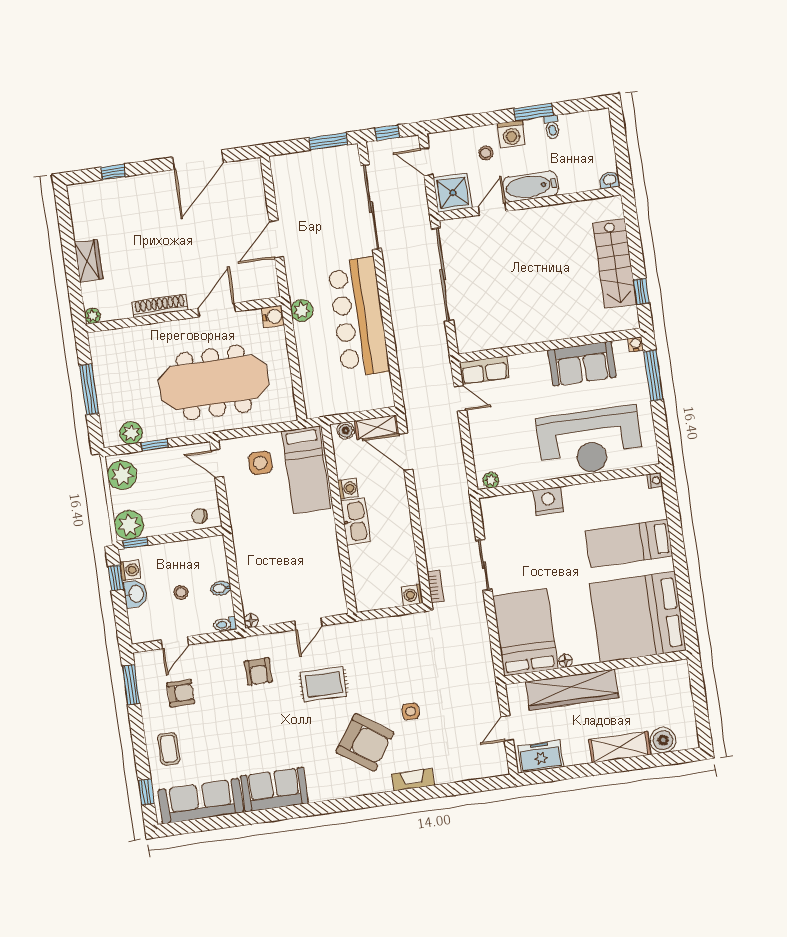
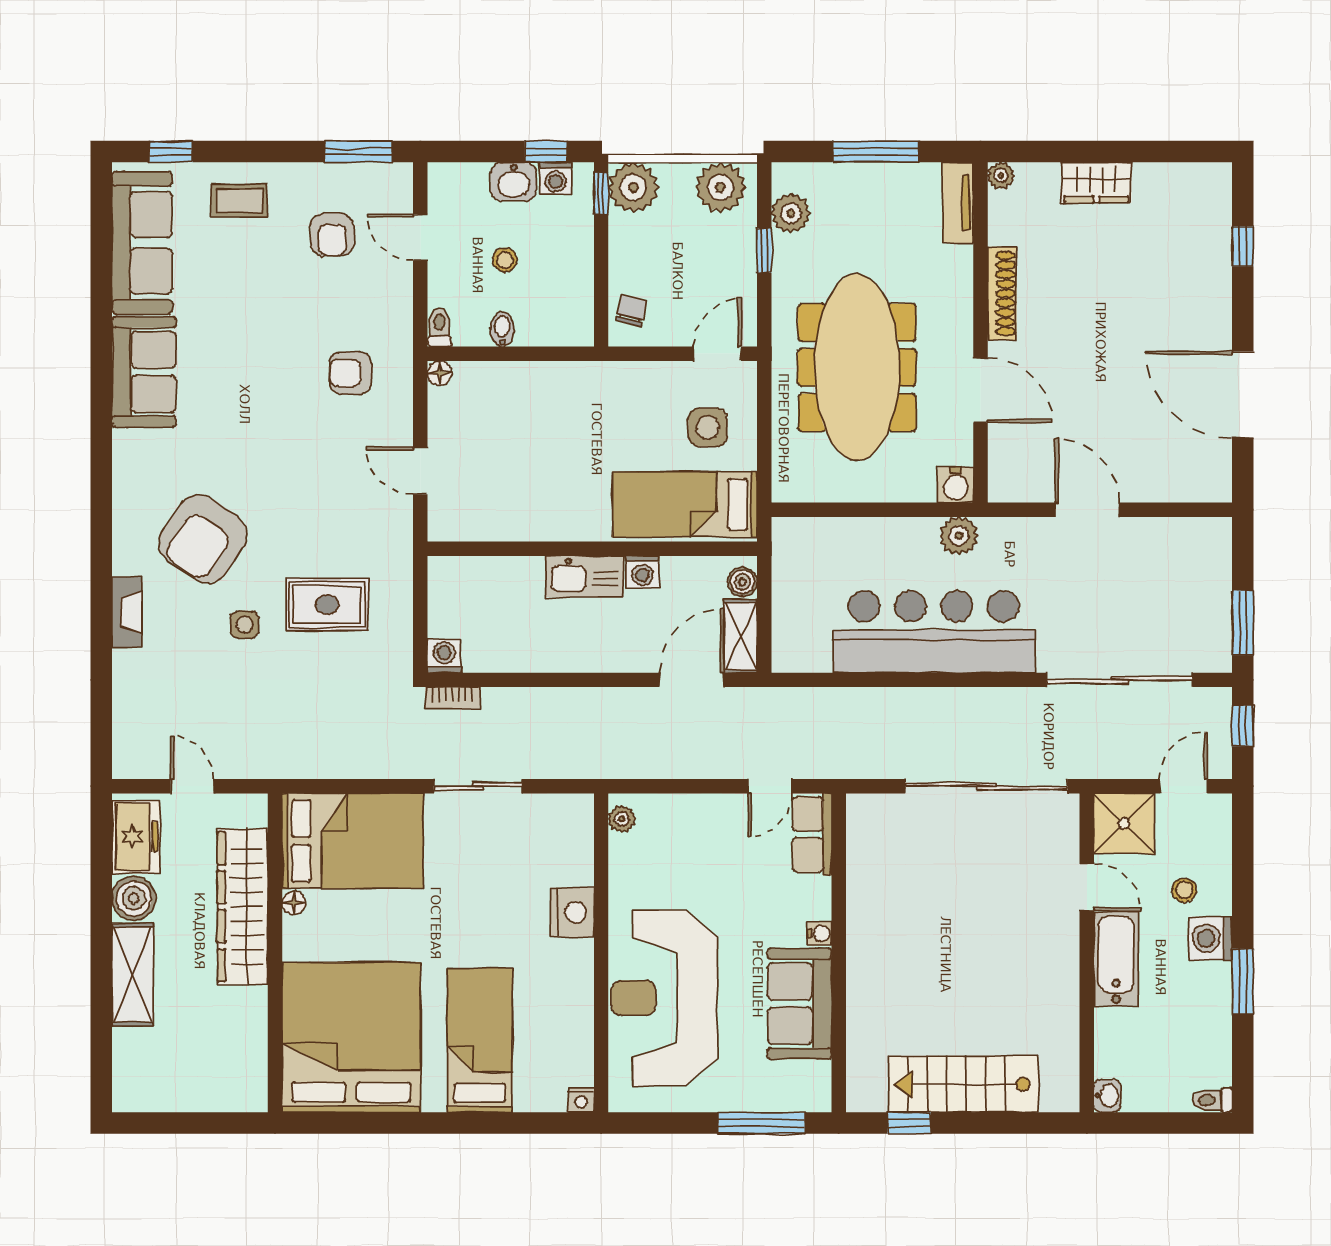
toilet: (552, 127) -> (1212, 1100), moved
tv unit: (111, 338) -> (958, 203), added
water cooler: (636, 344) -> (820, 933), moved
rug: (323, 684) -> (327, 605), moved, turned 90
boiler: (663, 740) -> (134, 898), moved

